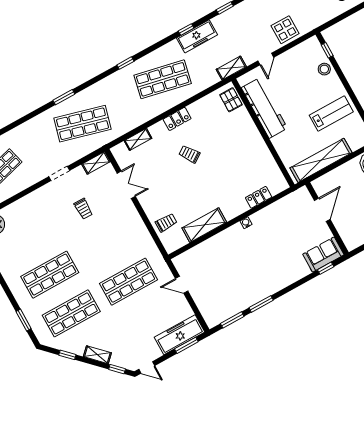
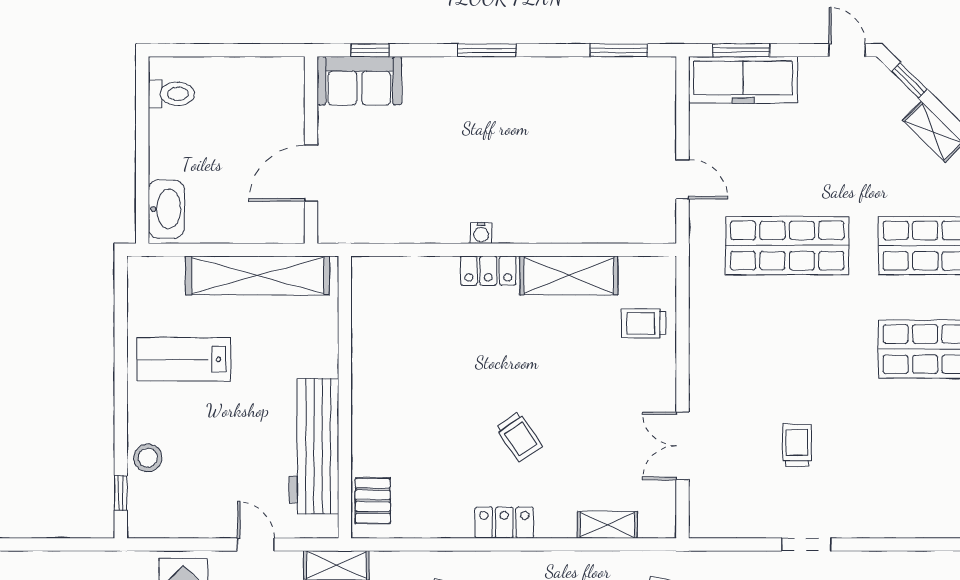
door: (266, 59) -> (256, 544), hinge flipped
shelving: (96, 163) -> (719, 524), removed
locker: (259, 197) -> (488, 271), moved
window: (261, 304) -> (487, 50), moved

